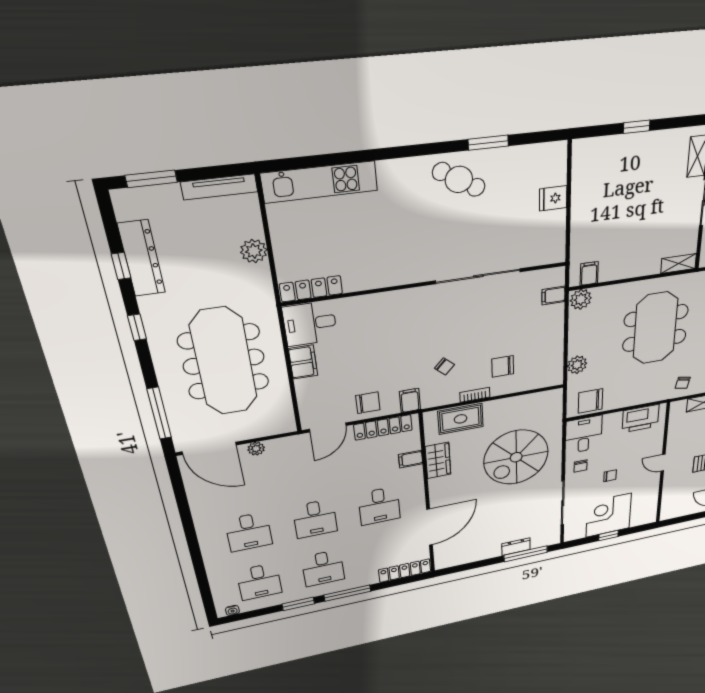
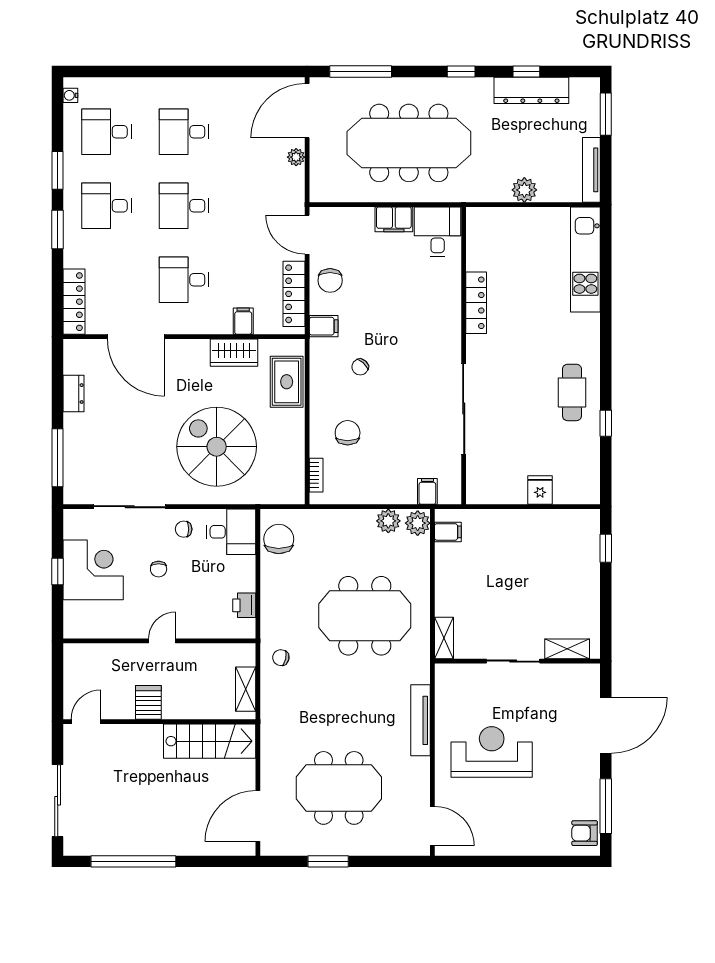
window: (637, 127) -> (606, 548), moved
window: (488, 143) -> (606, 423), width x0.67
cafe table: (459, 179) -> (572, 392), turned -31
locker: (311, 289) -> (476, 303), moved
plant: (577, 365) -> (388, 521), moved
bookcase: (475, 395) -> (316, 475), moved
printer: (641, 419) -> (244, 605), width x0.53, depth x0.68
dresser: (516, 547) -> (74, 394), moved
window: (347, 593) -> (58, 230), width x0.69

